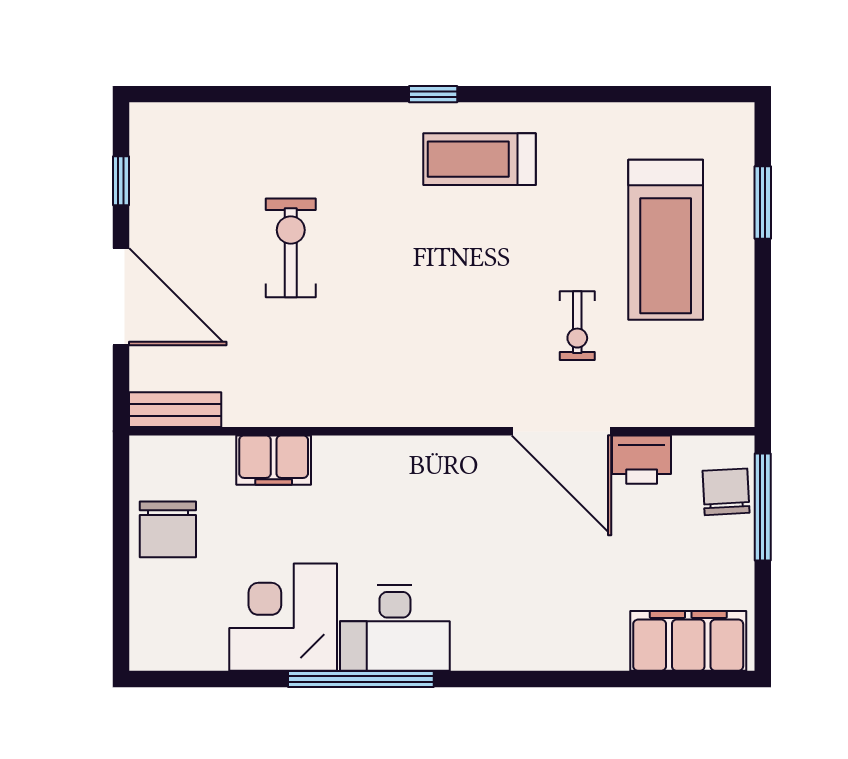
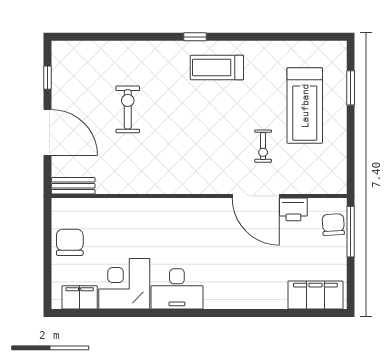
filing cabinet: (274, 460) -> (80, 297), moved, turned 180
chair: (168, 529) -> (70, 242), turned 180
window: (361, 679) -> (161, 313), removed

